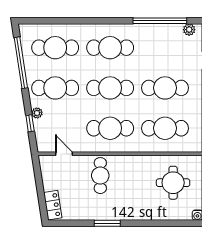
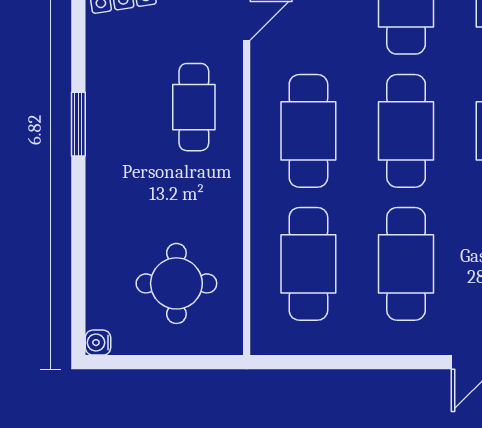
cafe table: (100, 176) -> (194, 107), turned 90

